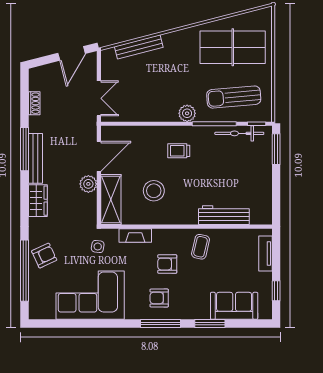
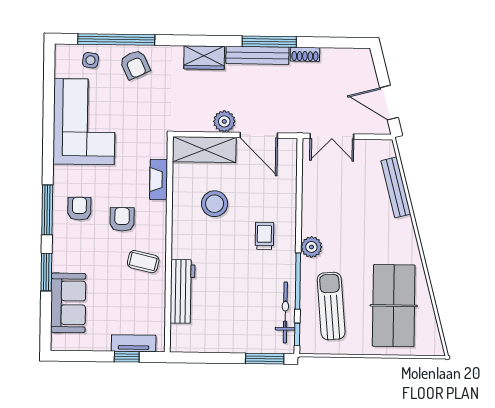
shoe rack: (34, 103) -> (305, 54), moved
side table: (98, 246) -> (91, 60), moved
window: (276, 291) -> (127, 357), moved

